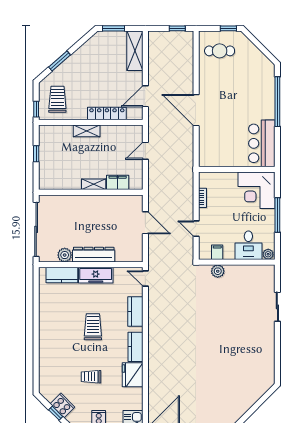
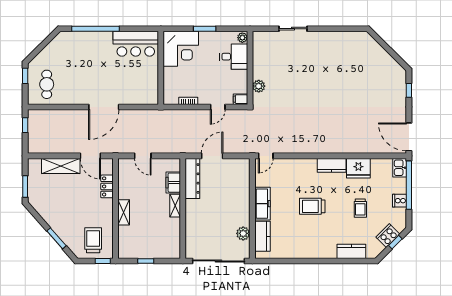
shelving: (135, 51) -> (61, 166), moved
trolley: (57, 99) -> (93, 240), turned 90
locker: (107, 113) -> (107, 186), width x0.66
window: (277, 215) -> (205, 29), width x0.69
filing cabinet: (217, 252) -> (240, 99), moved
dresser: (94, 255) -> (192, 178), moved, turned 180
kitchen counter: (135, 311) -> (351, 251), moved, turned 180

